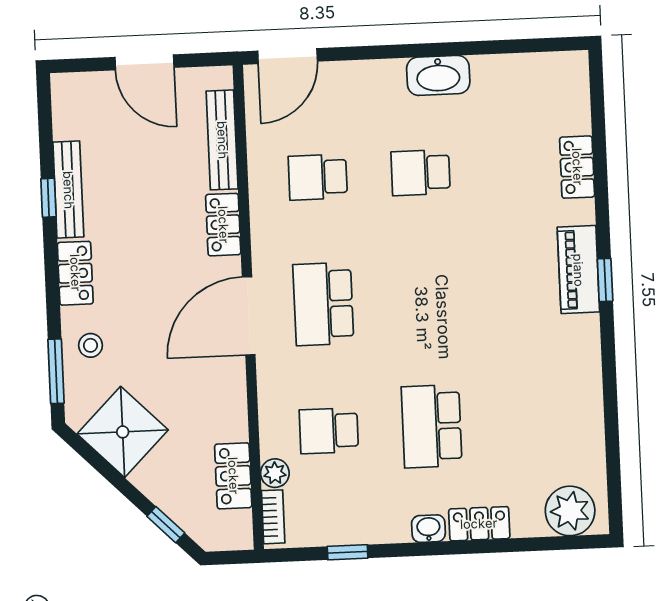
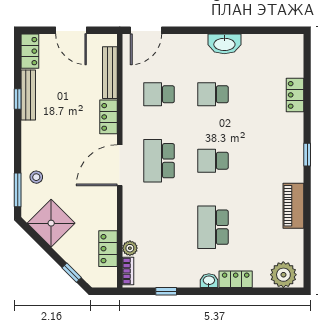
piano: (578, 270) -> (293, 206), moved
locker: (75, 273) -> (30, 51), moved
school desk: (329, 431) -> (213, 161), moved

